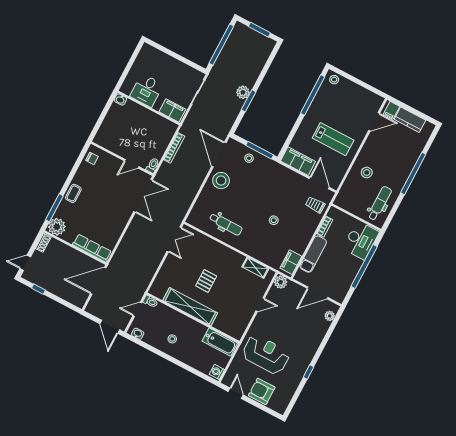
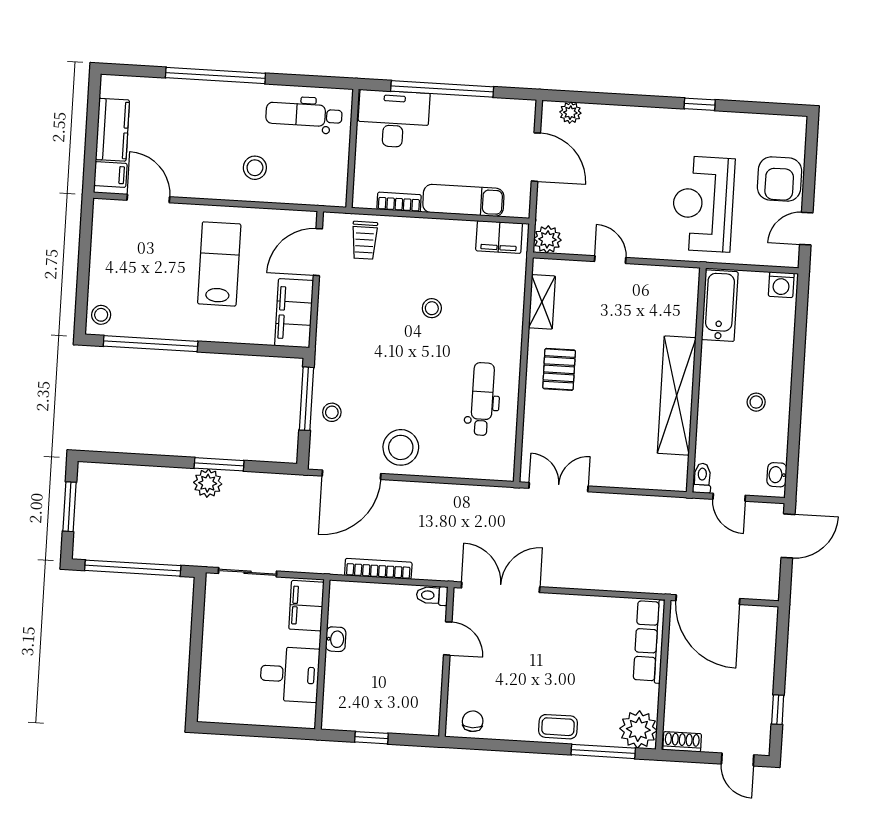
washbasin: (120, 99) -> (336, 639), moved
window: (104, 113) -> (371, 738), added
pallet: (206, 281) -> (559, 369), moved, turned 90

